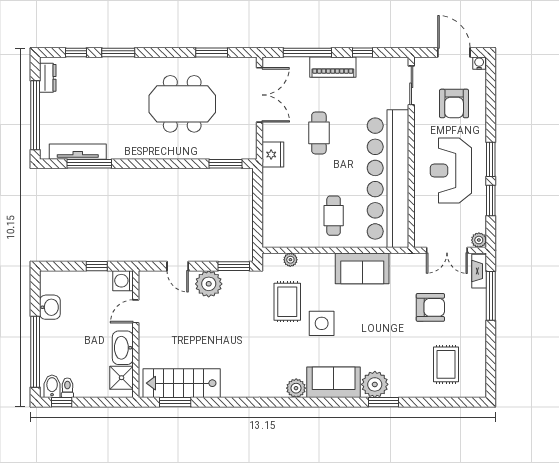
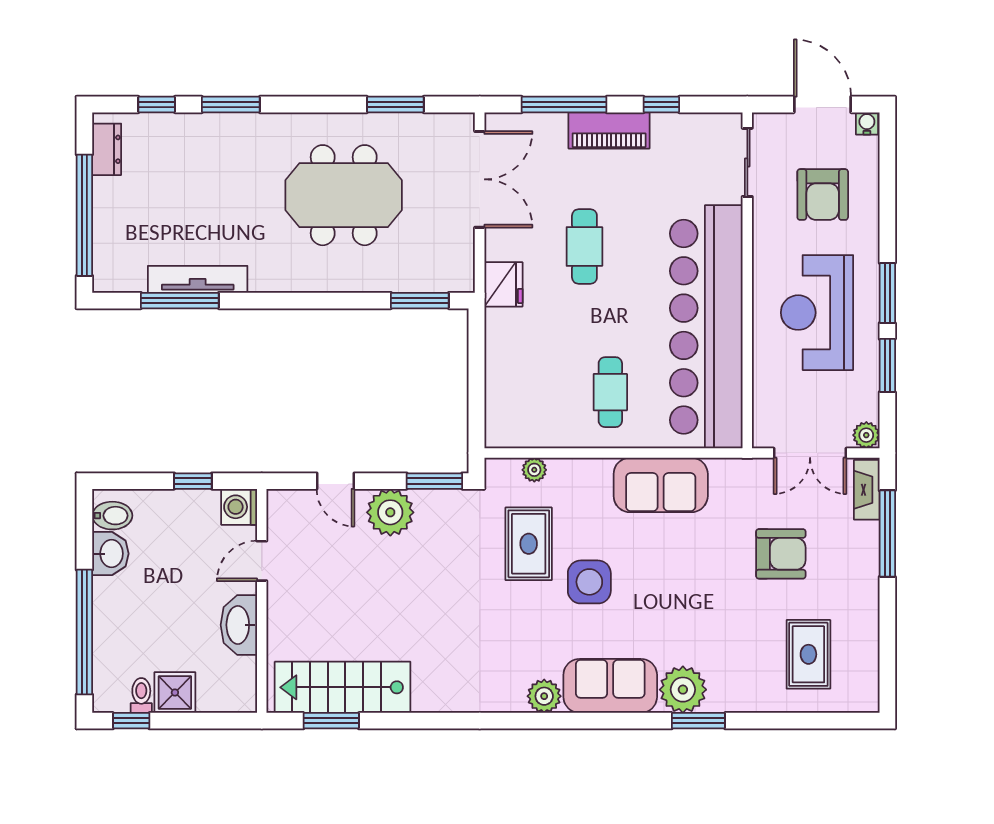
tv unit: (78, 152) -> (198, 279), moved
shower: (122, 378) -> (175, 693), moved
bidet: (52, 386) -> (112, 516), moved, turned 90

